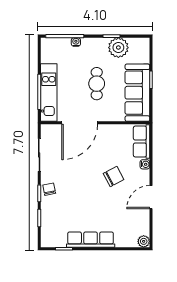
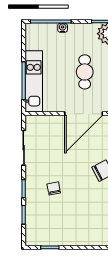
door: (80, 123) -> (84, 114), moved
chair: (49, 189) -> (54, 188), moved
row of seats: (91, 240) -> (78, 238), removed

